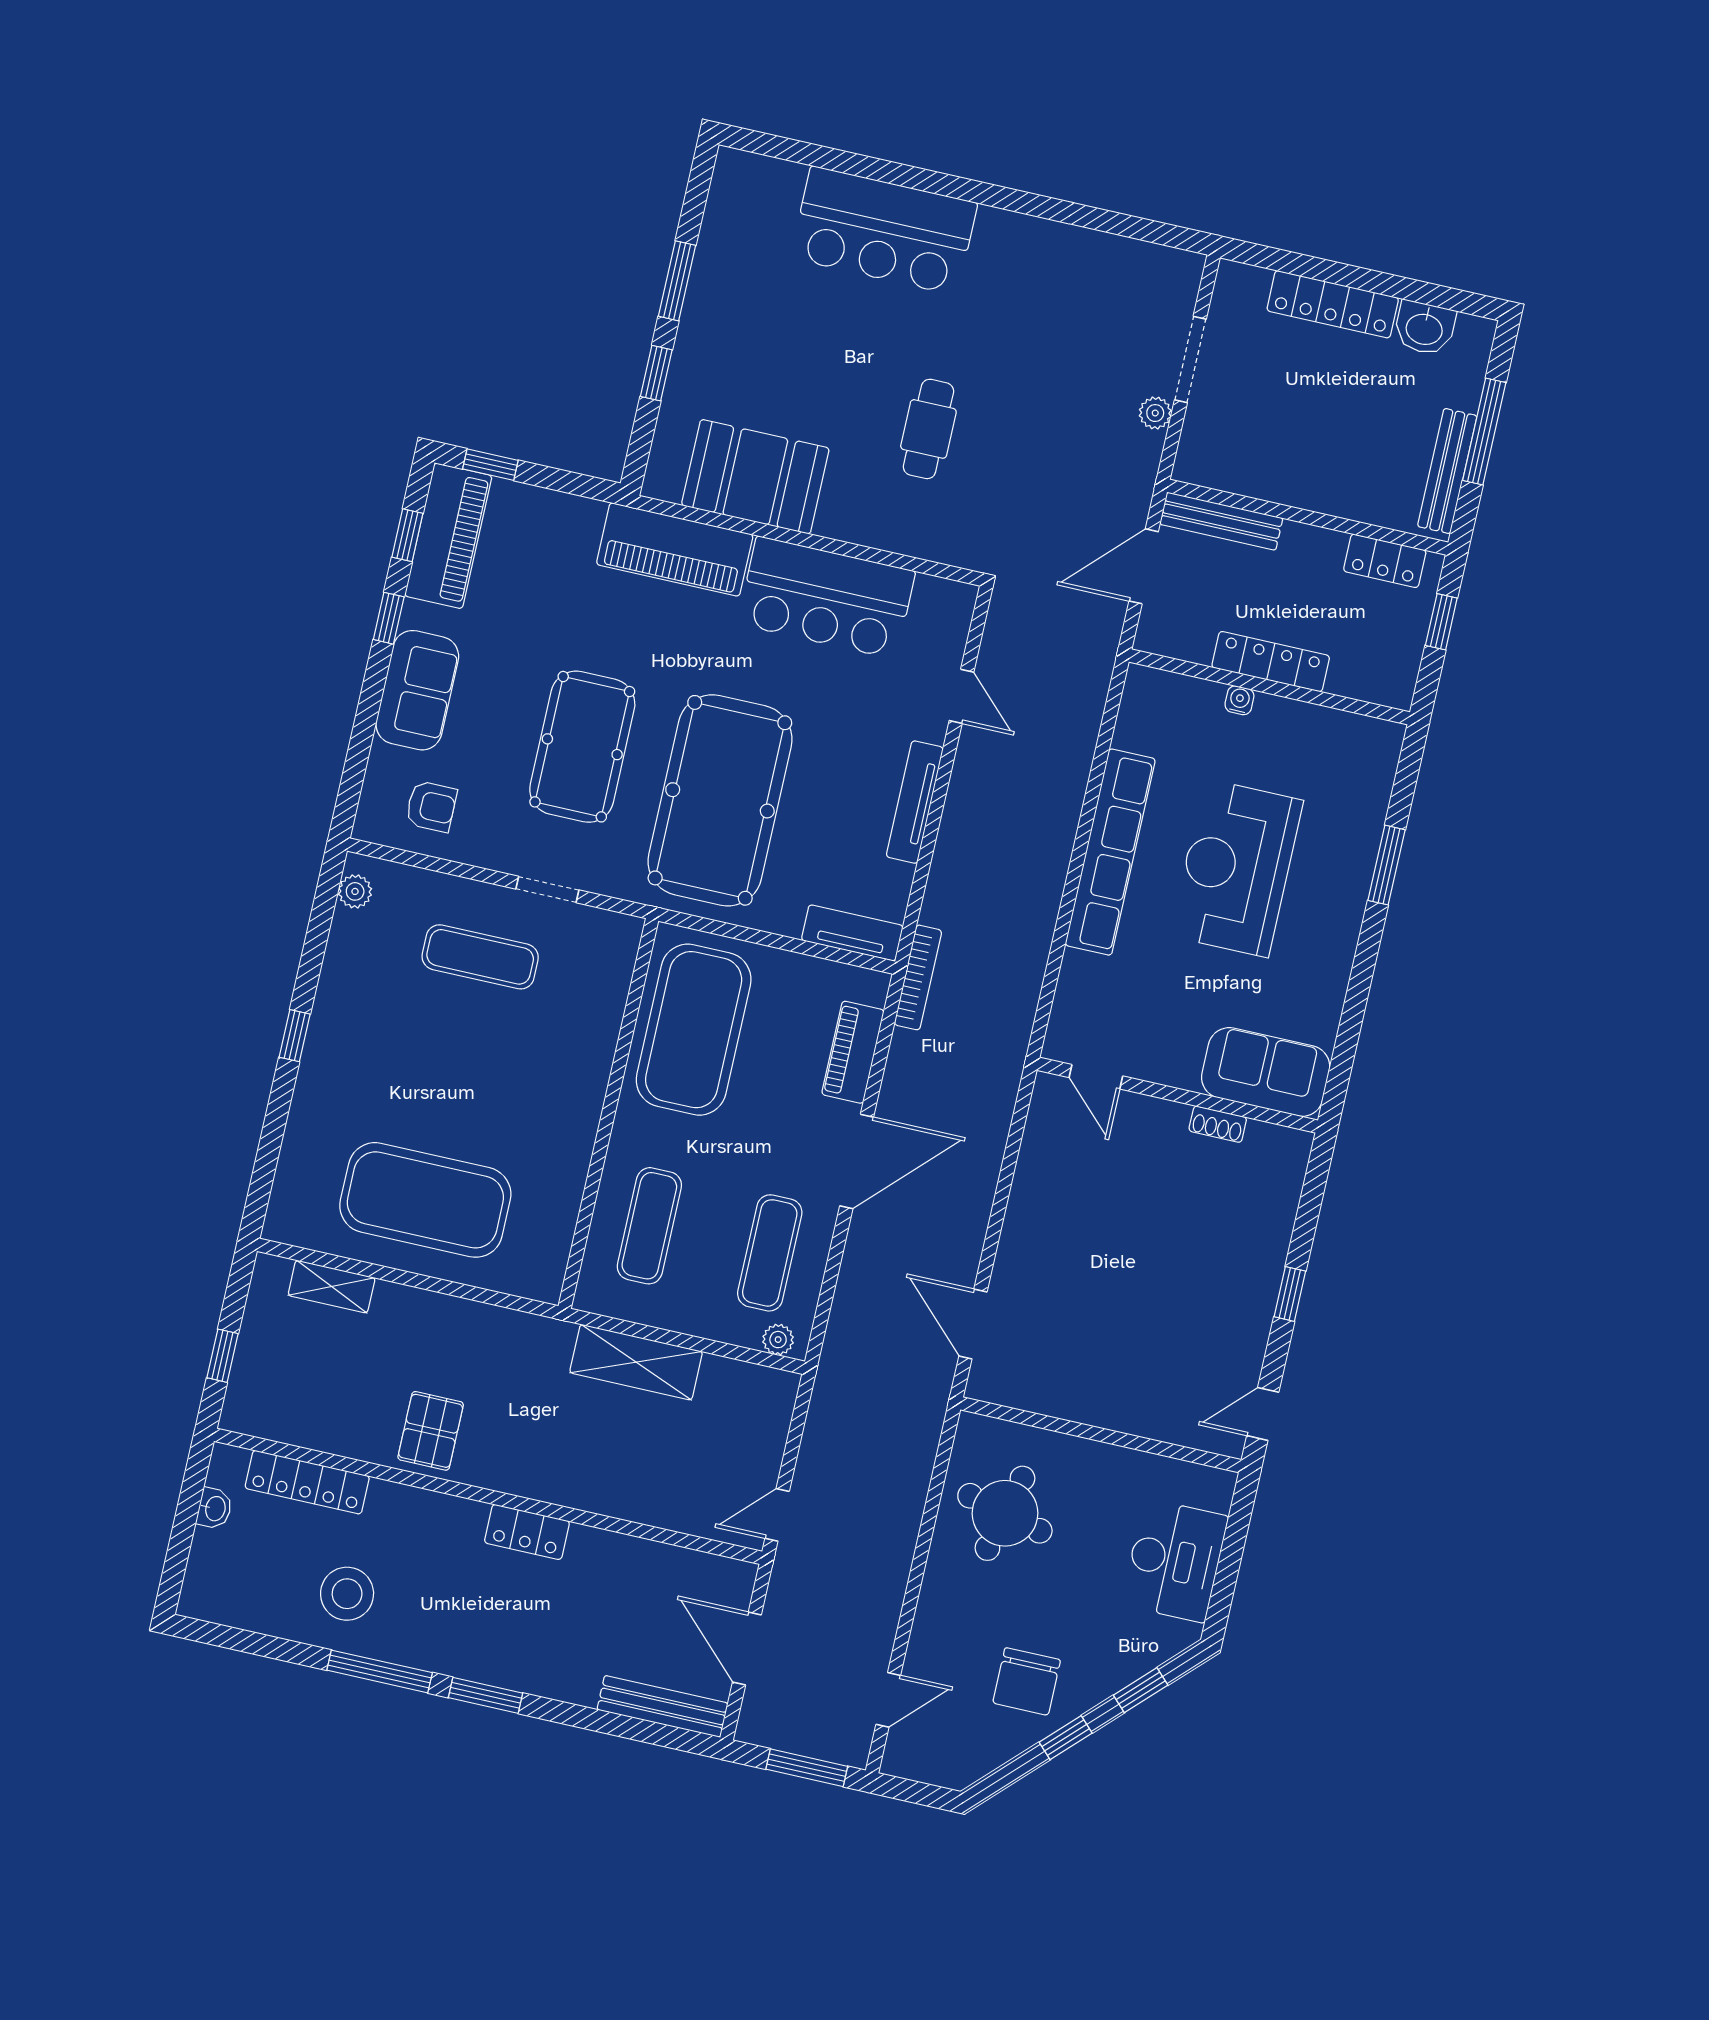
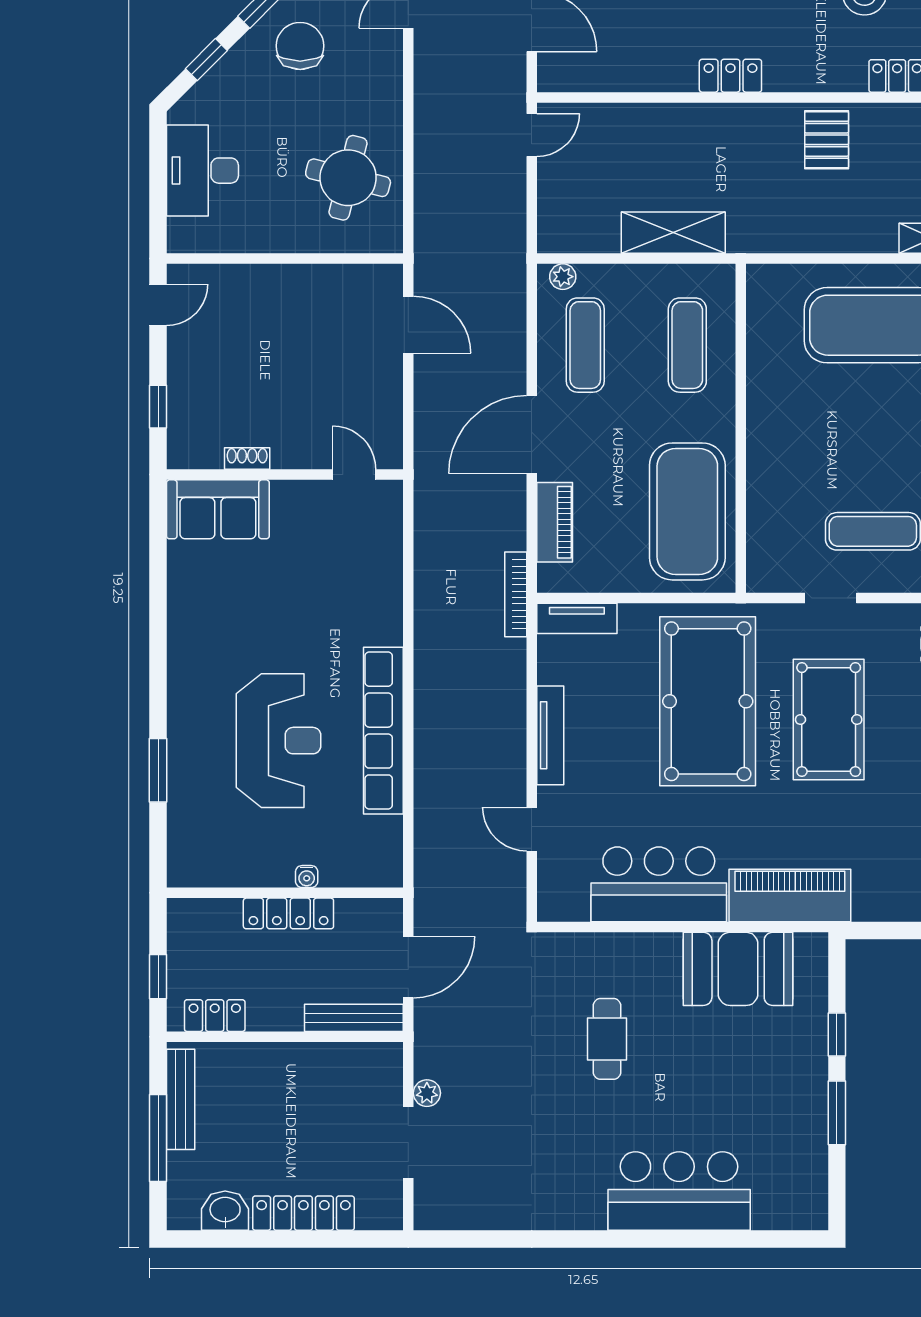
sofa: (1266, 1072) -> (218, 509), moved
door: (1096, 1077) -> (354, 475), moved
wall: (1177, 1095) -> (285, 475), moved
shoe rack: (1218, 1124) -> (247, 459), moved

